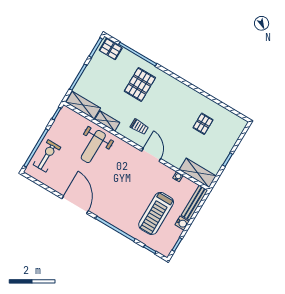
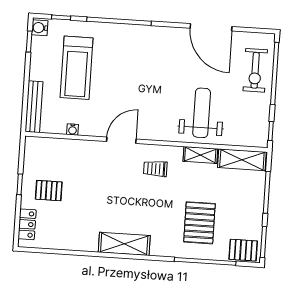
pallet: (140, 84) -> (199, 223), moved
pallet: (203, 124) -> (49, 191), moved, turned 90
locker: (236, 133) -> (27, 224), added
door: (151, 155) -> (121, 140), swing flipped
shelving: (198, 173) -> (124, 244), moved
door: (75, 205) -> (211, 27), moved
treadmill: (156, 213) -> (77, 68), turned 180
water cooler: (182, 223) -> (40, 28), moved

